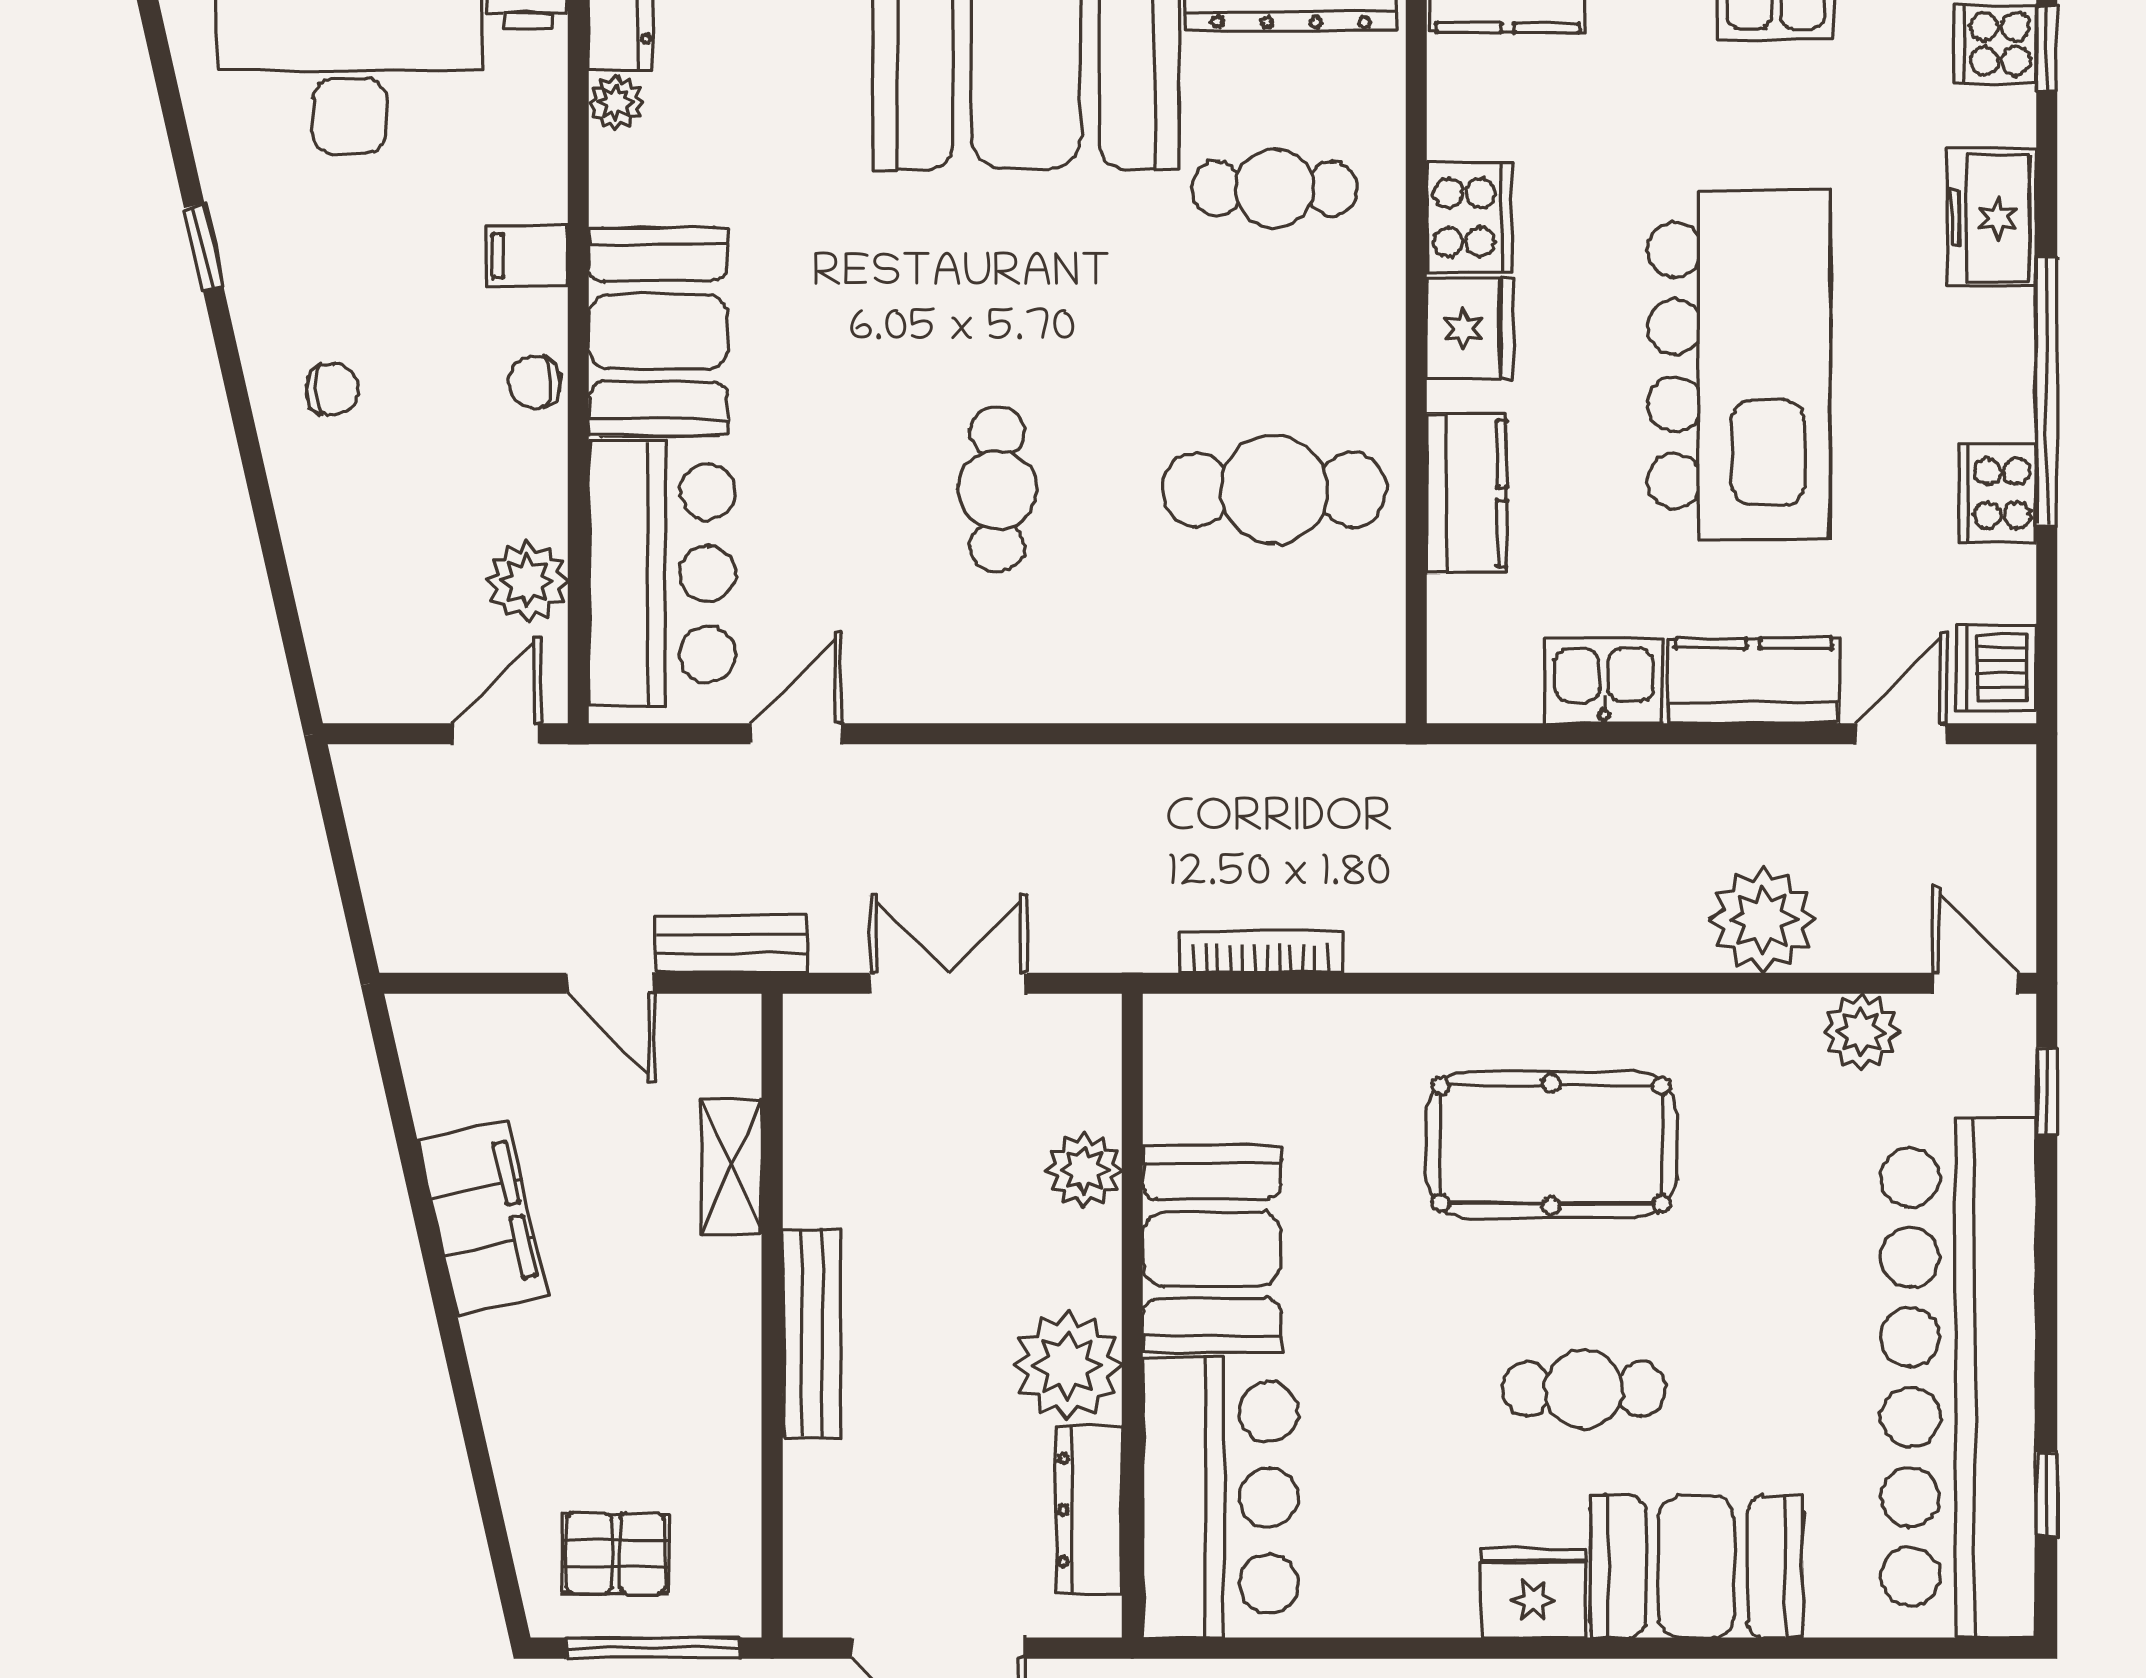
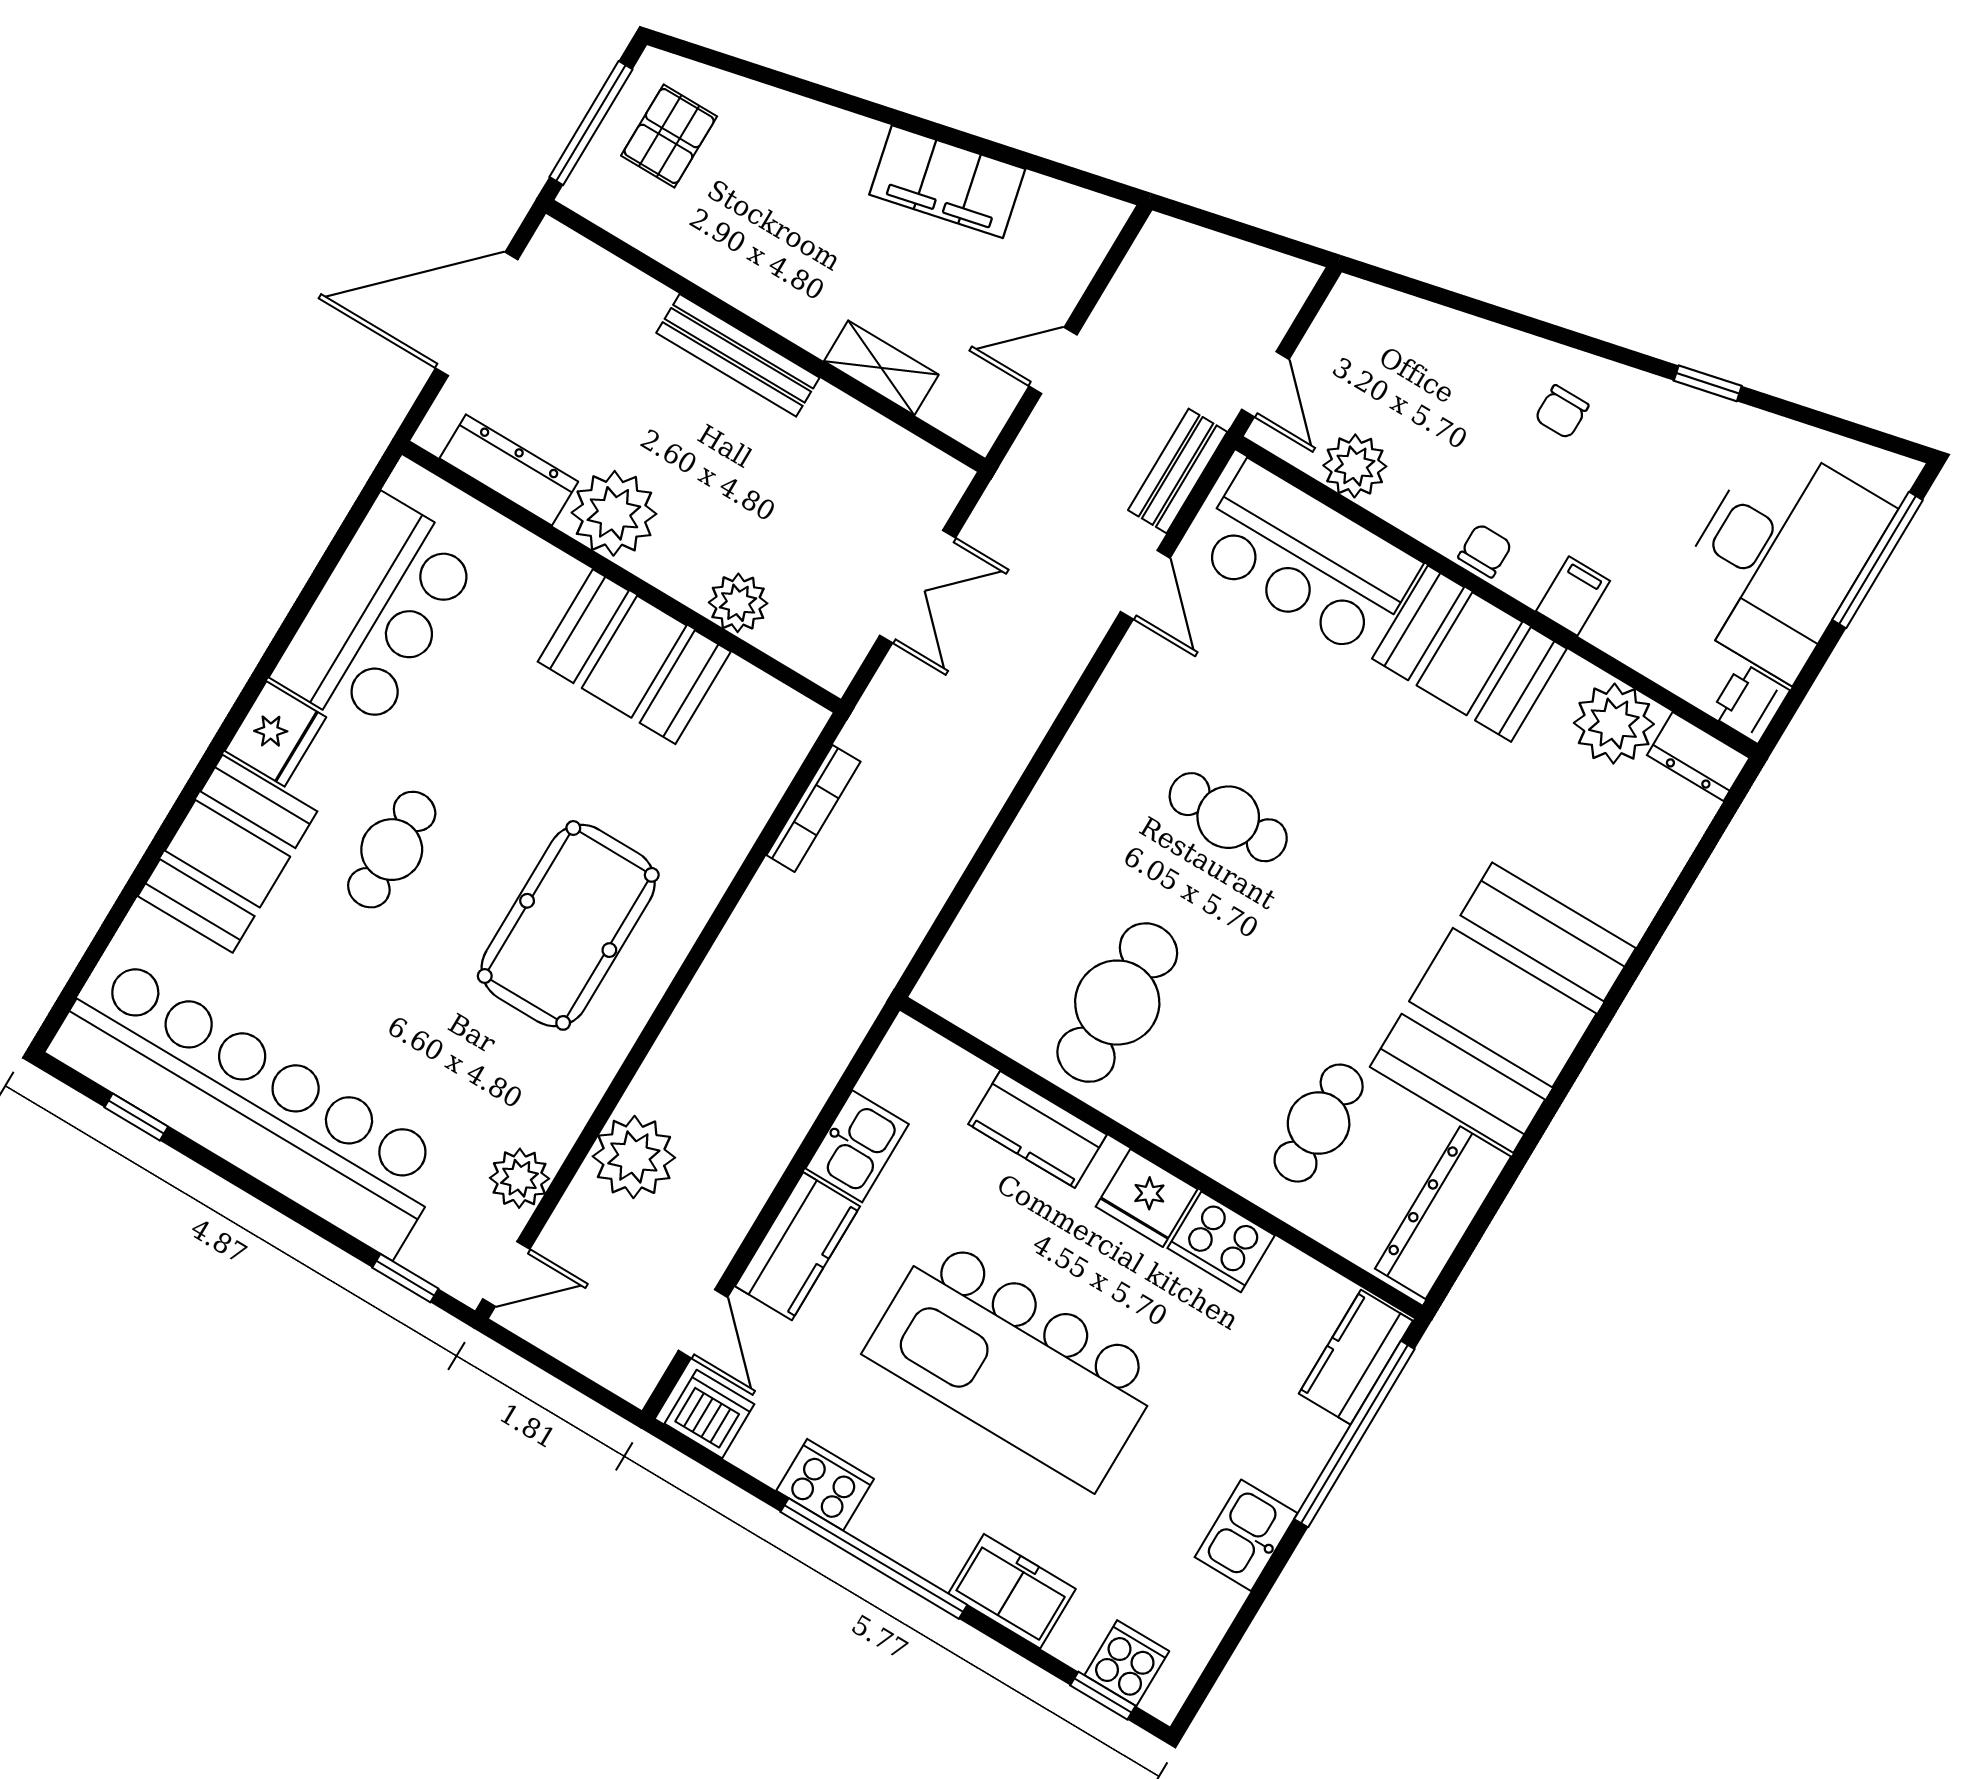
plant: (616, 103) -> (1614, 724), width x1.88, depth x1.88
bench: (731, 944) -> (1178, 471), moved
bar counter: (1221, 1498) -> (377, 615), moved, turned -90

